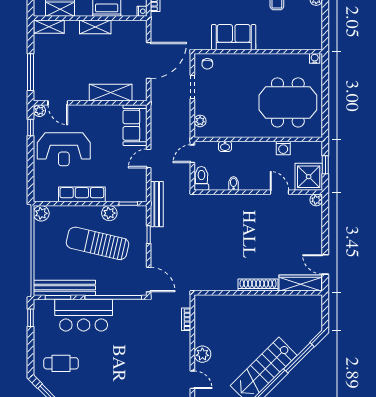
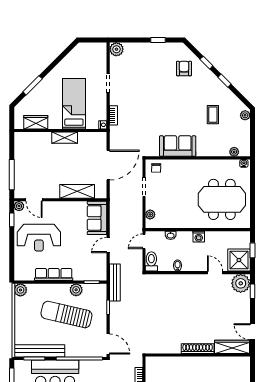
shelving: (49, 27) -> (27, 137), removed
plant: (303, 44) -> (234, 152), added
washing machine: (283, 148) -> (199, 237), moved
plant: (316, 200) -> (241, 283), width x1.88, depth x1.88
window: (325, 215) -> (252, 291), added

